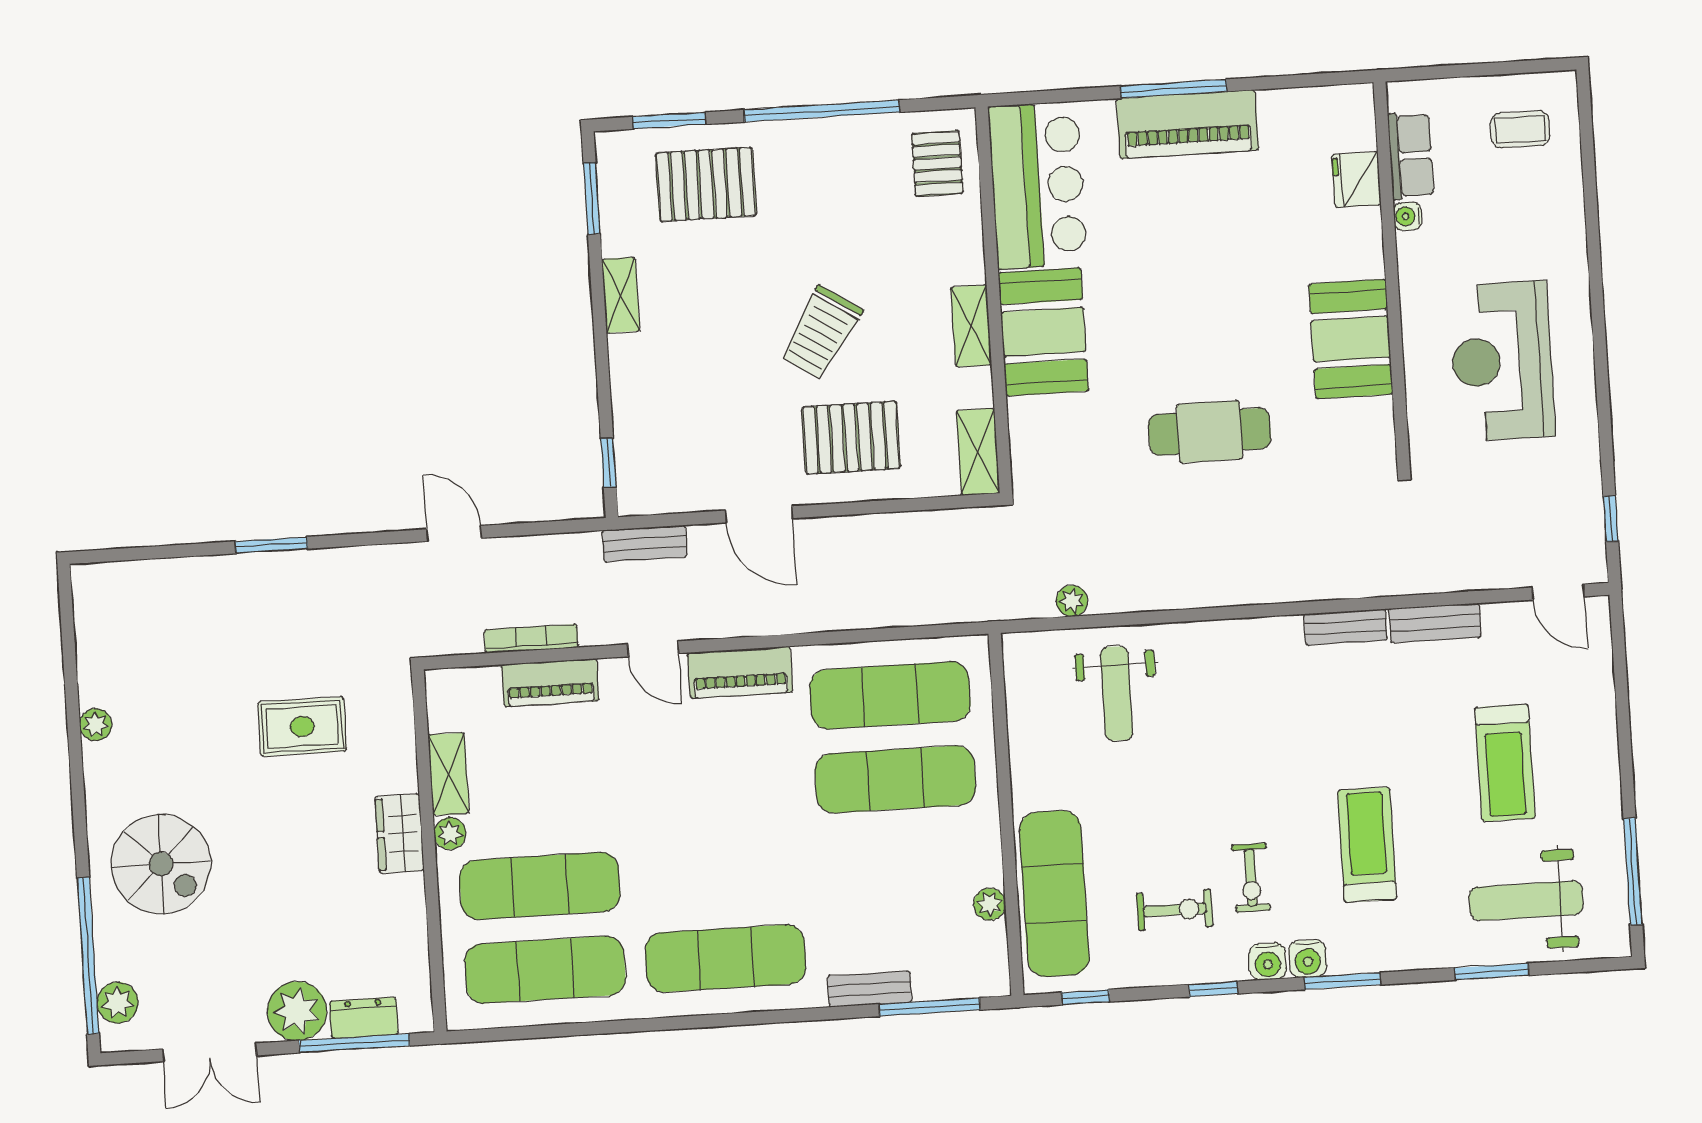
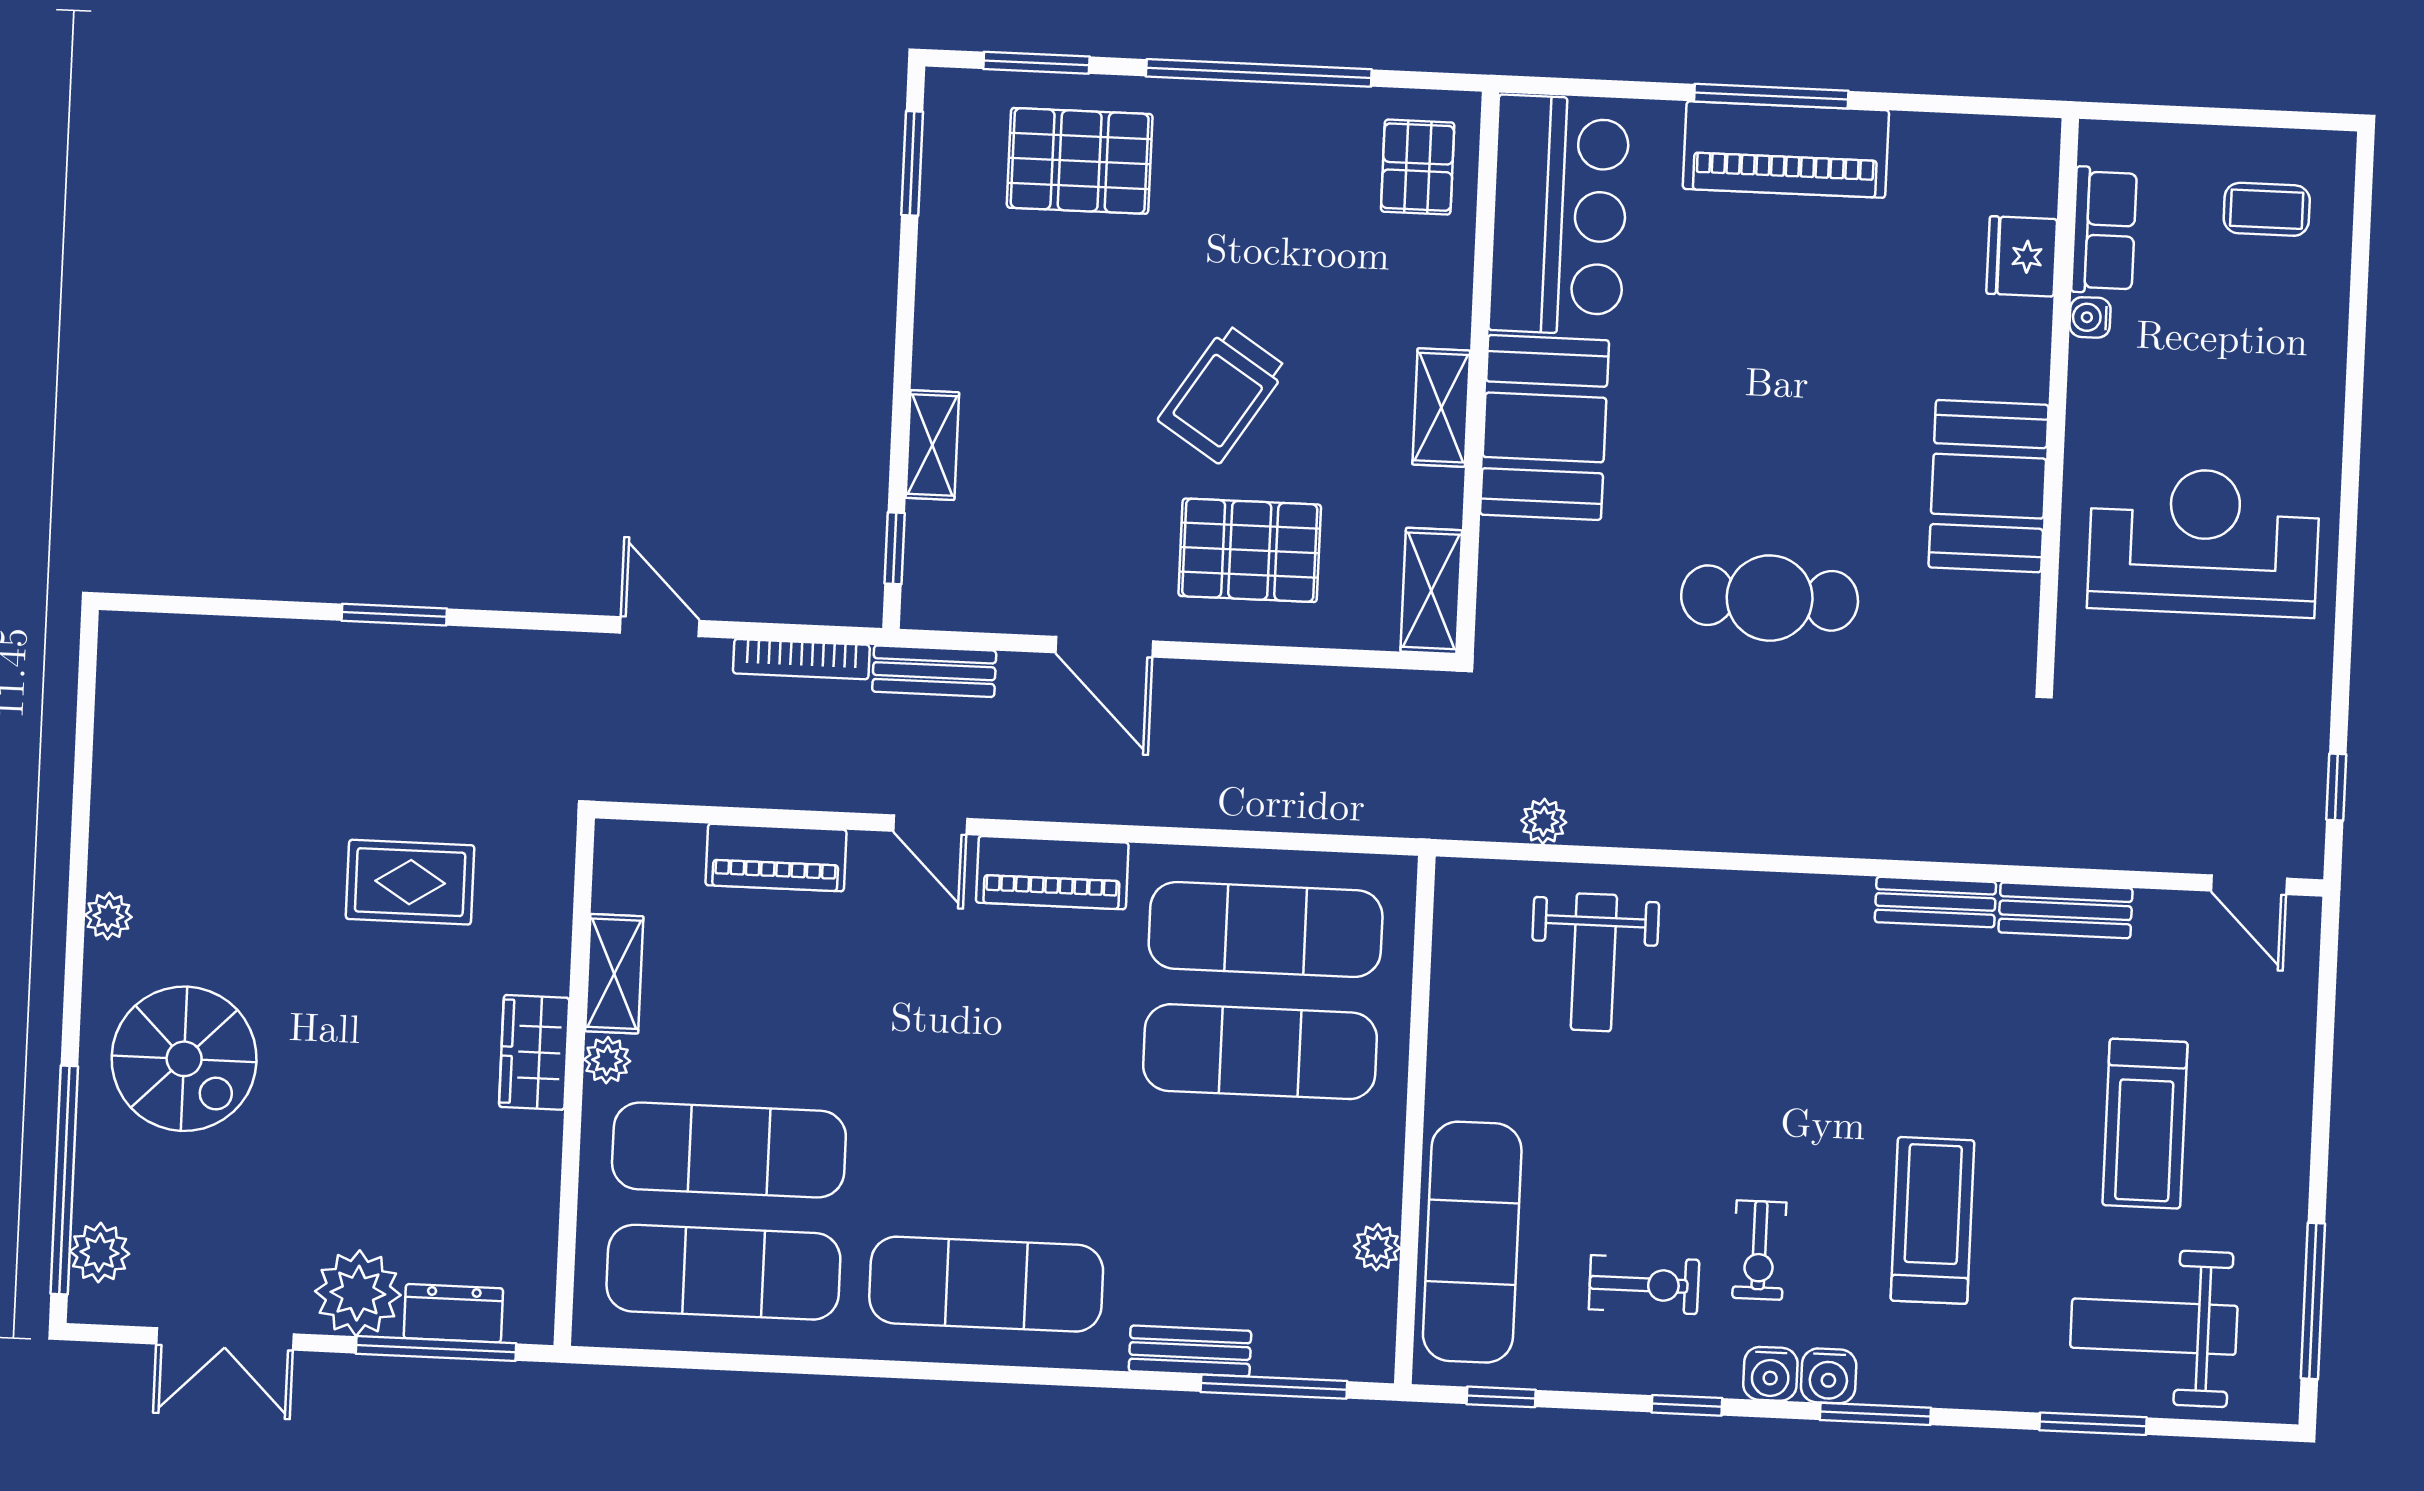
shelving: (621, 295) -> (932, 445), moved
reception desk: (1502, 361) -> (2204, 542), turned 90
bookcase: (531, 639) -> (801, 659), moved, turned 180
plant: (96, 725) -> (108, 916), moved

